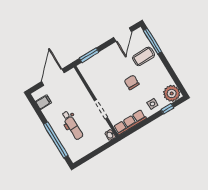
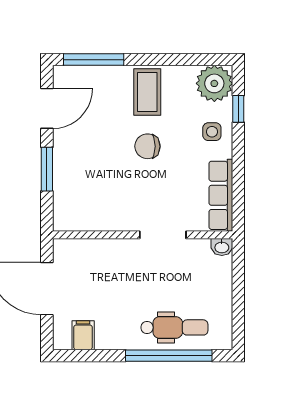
door: (123, 35) -> (47, 108), hinge flipped
window: (89, 55) -> (47, 169), moved
coffee table: (144, 56) -> (147, 92), moved
dental chair: (72, 125) -> (174, 327), moved

